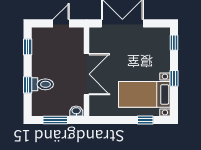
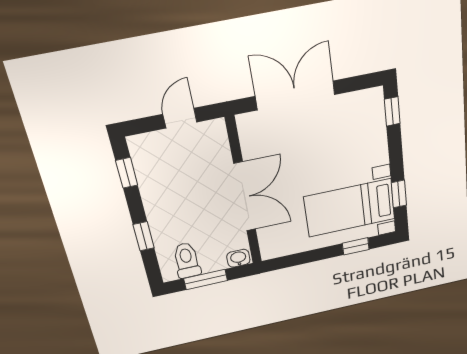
window: (174, 78) -> (399, 194), moved
toilet: (42, 84) -> (187, 260), moved, turned -90

